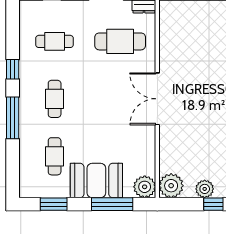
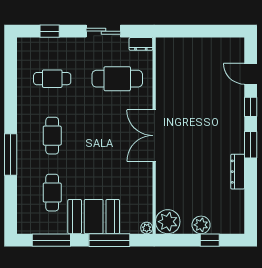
window: (13, 69) -> (11, 106), removed
plant: (145, 187) -> (147, 228), width x0.53, depth x0.53
window: (54, 204) -> (51, 240), width x1.44

